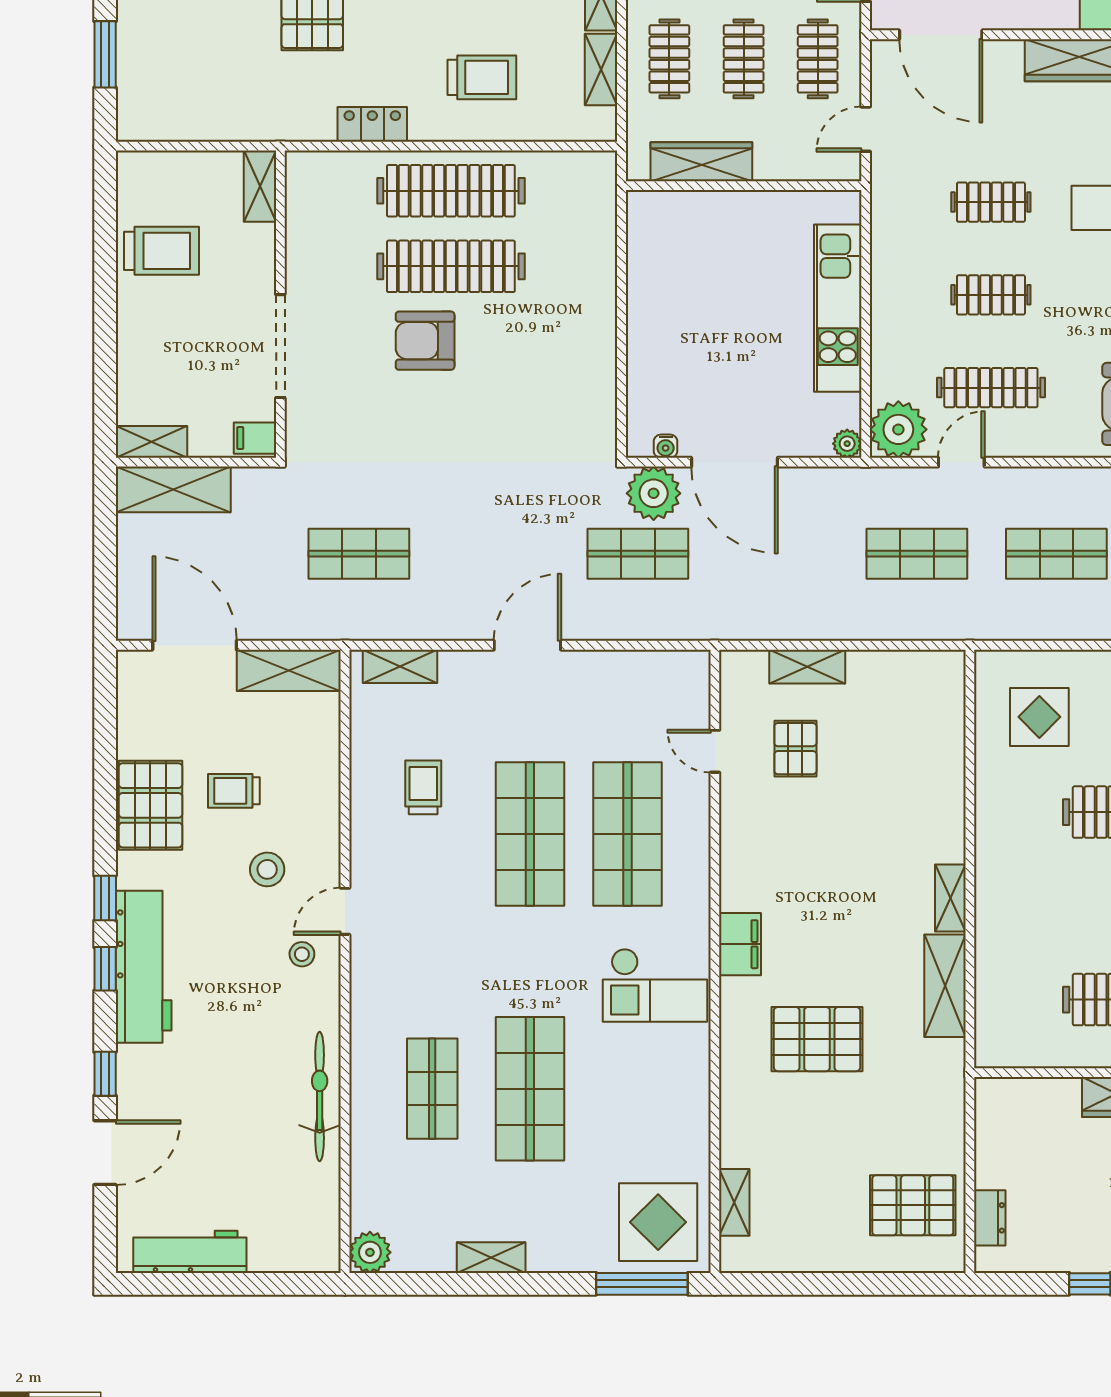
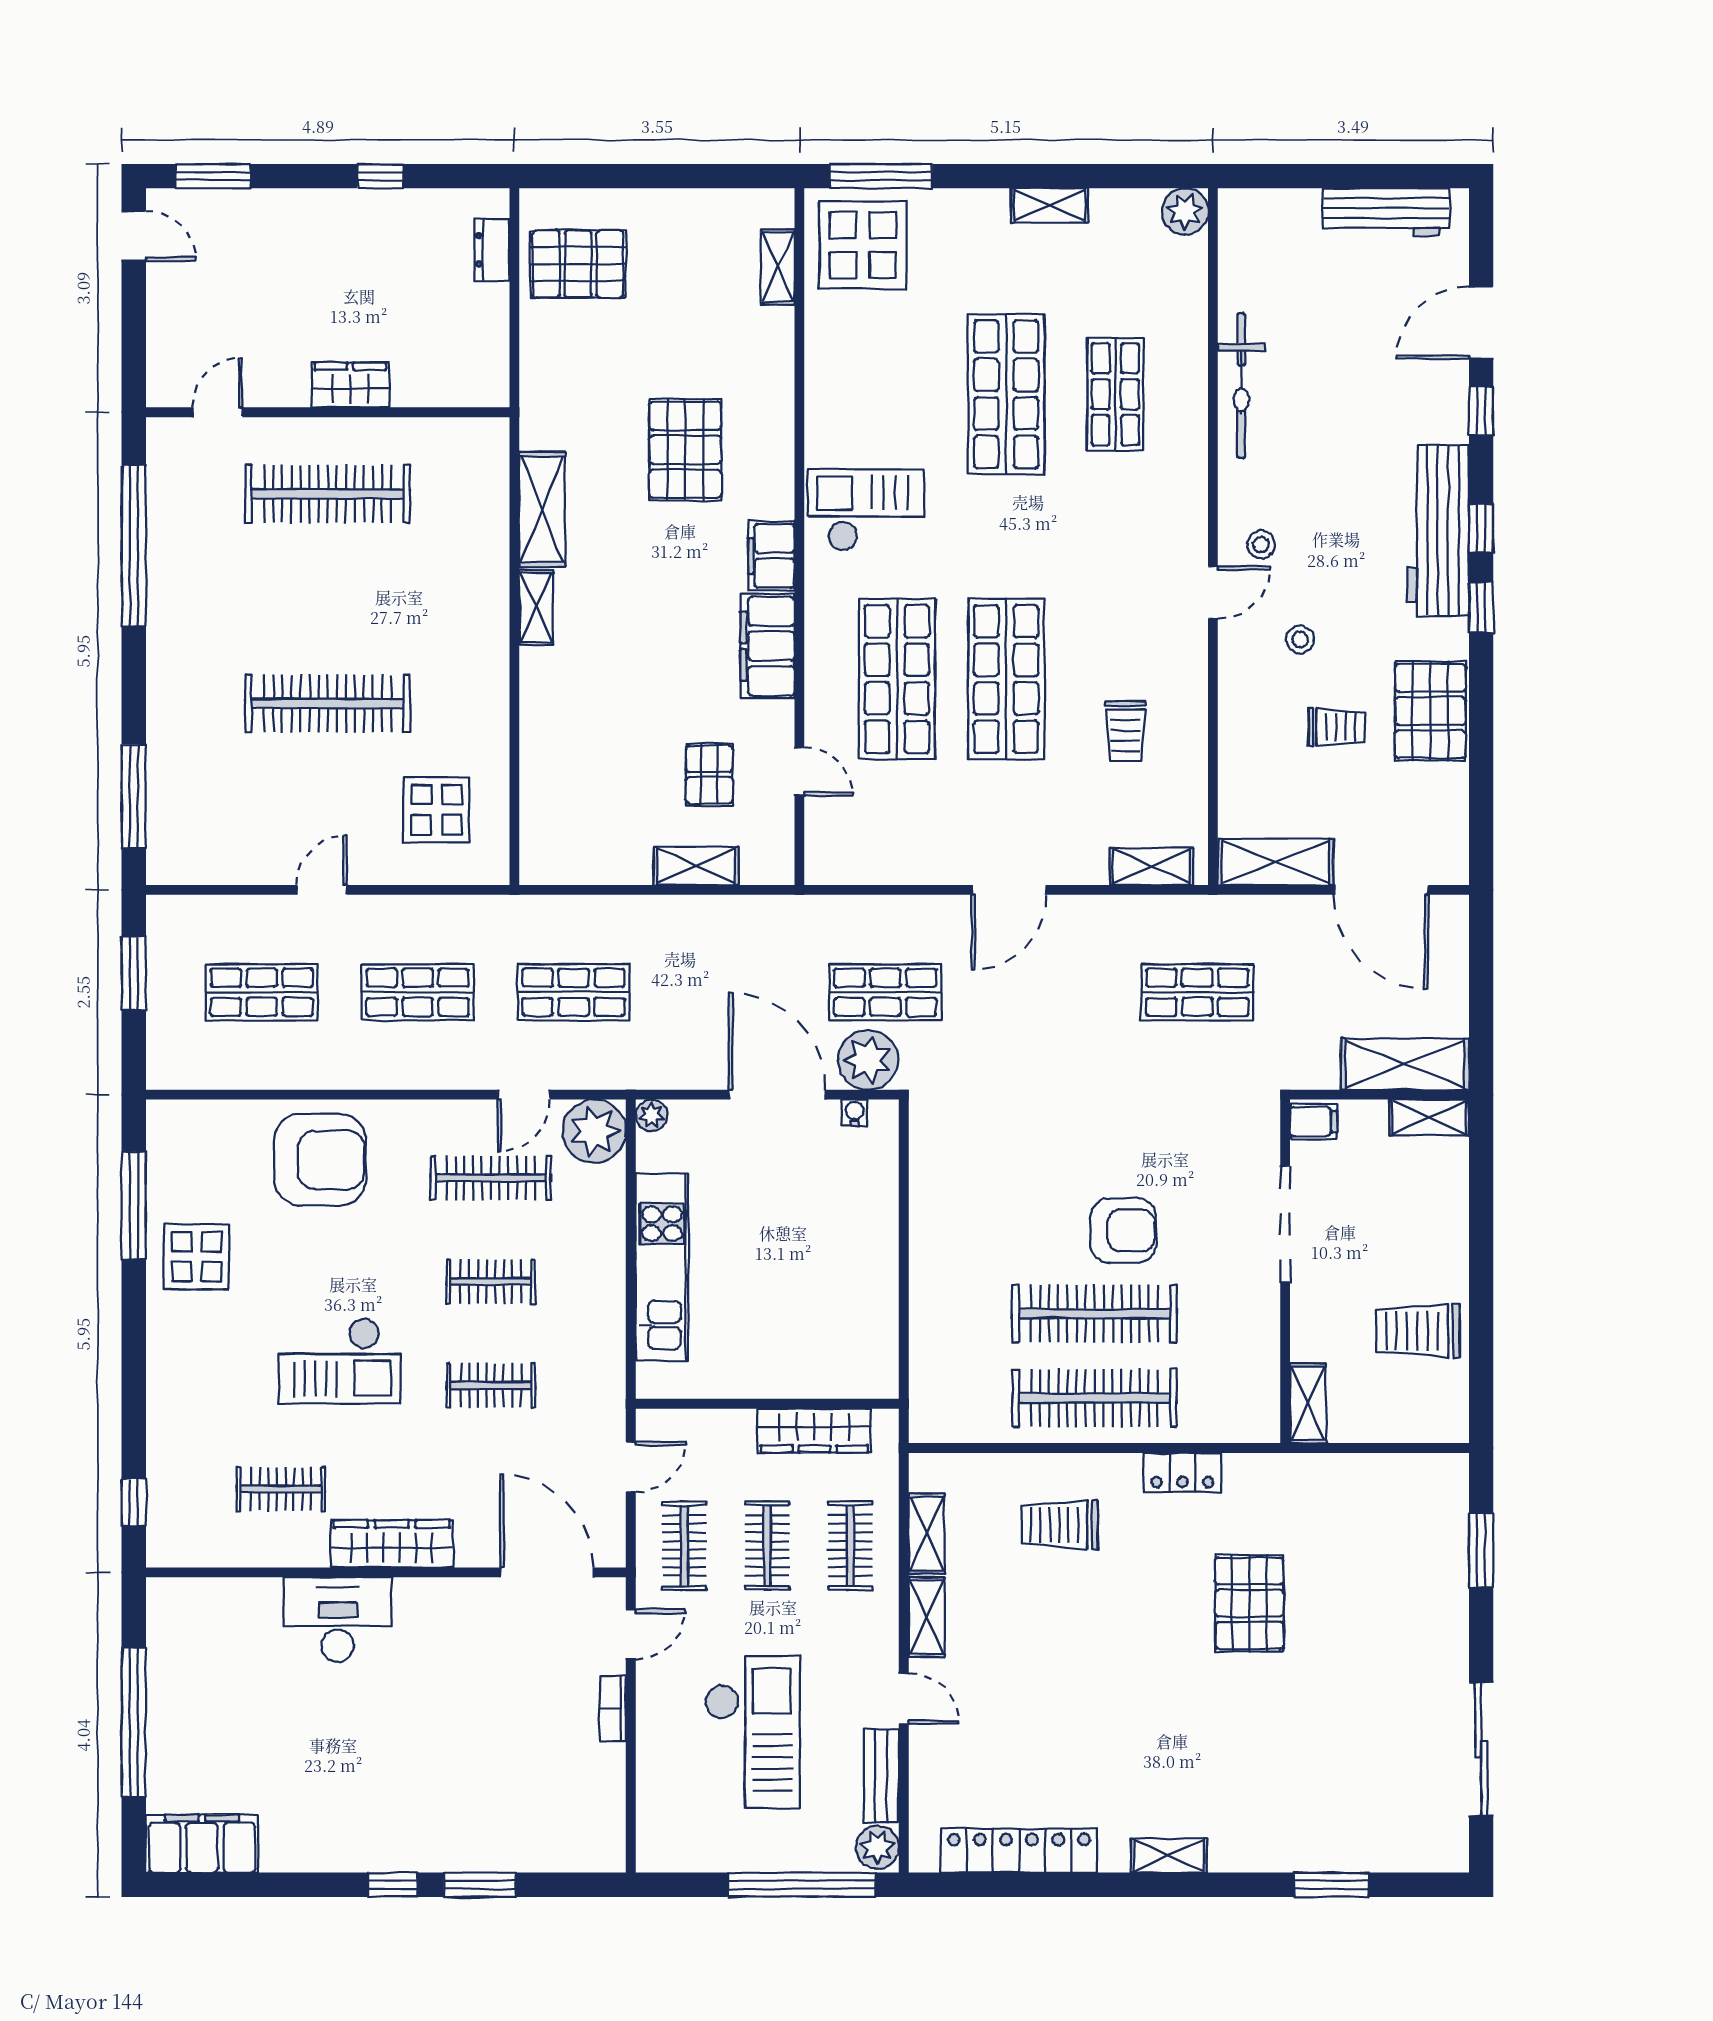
filing cabinet: (743, 863) -> (768, 646), added
stool: (267, 869) -> (1300, 639), width x0.73, depth x0.73
pallet: (817, 1039) -> (685, 450), turned 90

